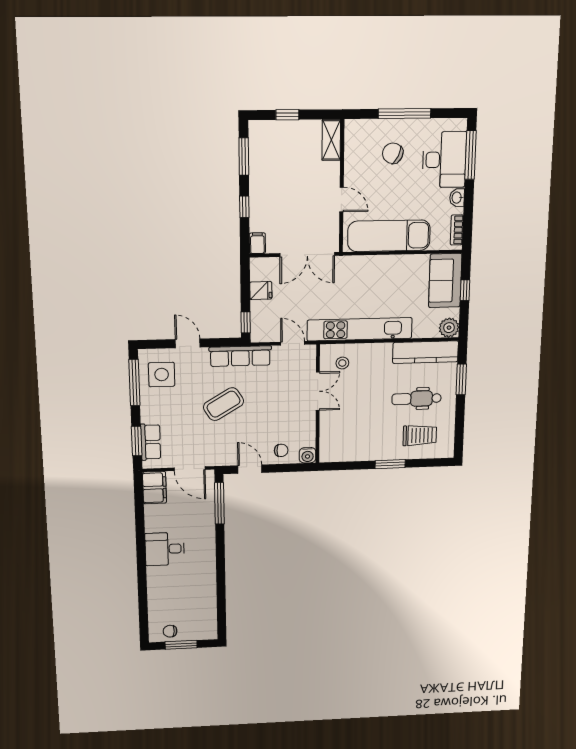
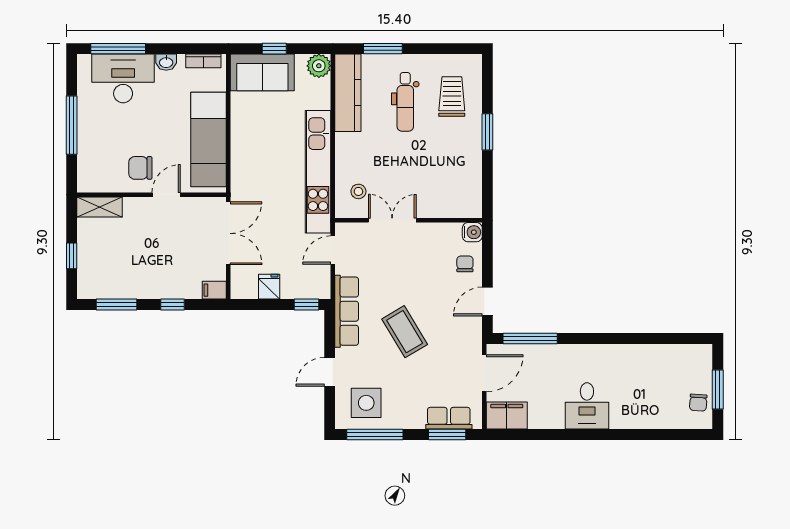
chair: (393, 153) -> (140, 168), moved, turned 64

